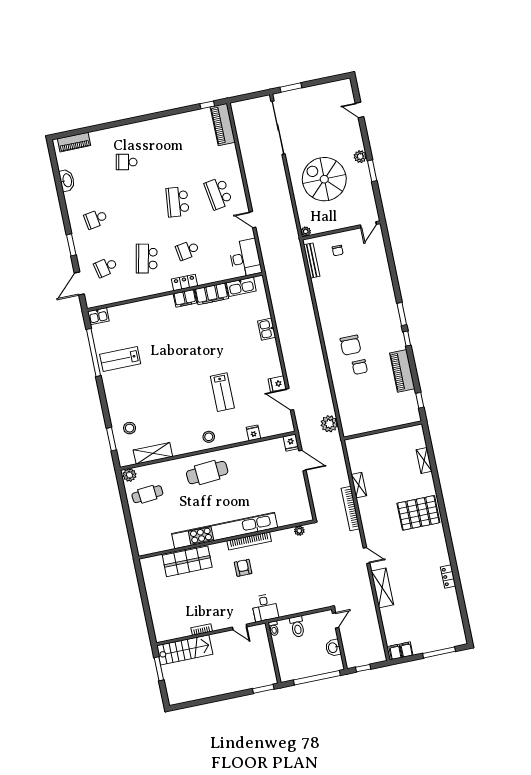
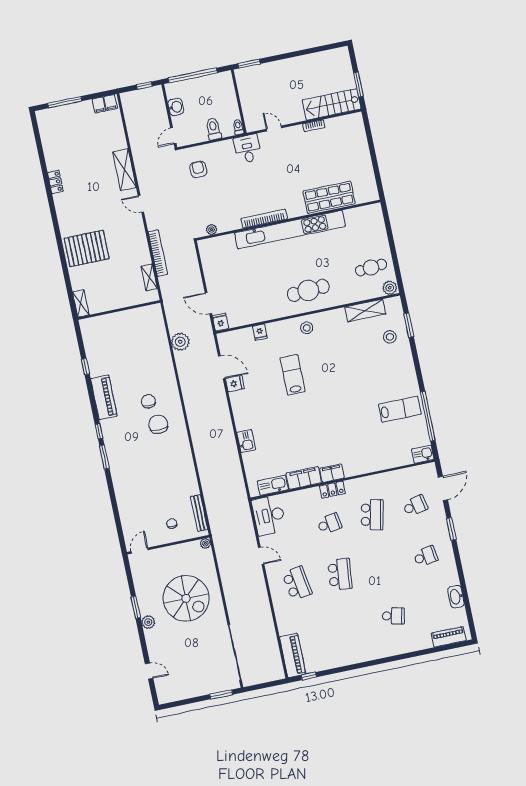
wall: (383, 431) -> (119, 310), moved
armchair: (243, 568) -> (198, 169), moved, turned 180

